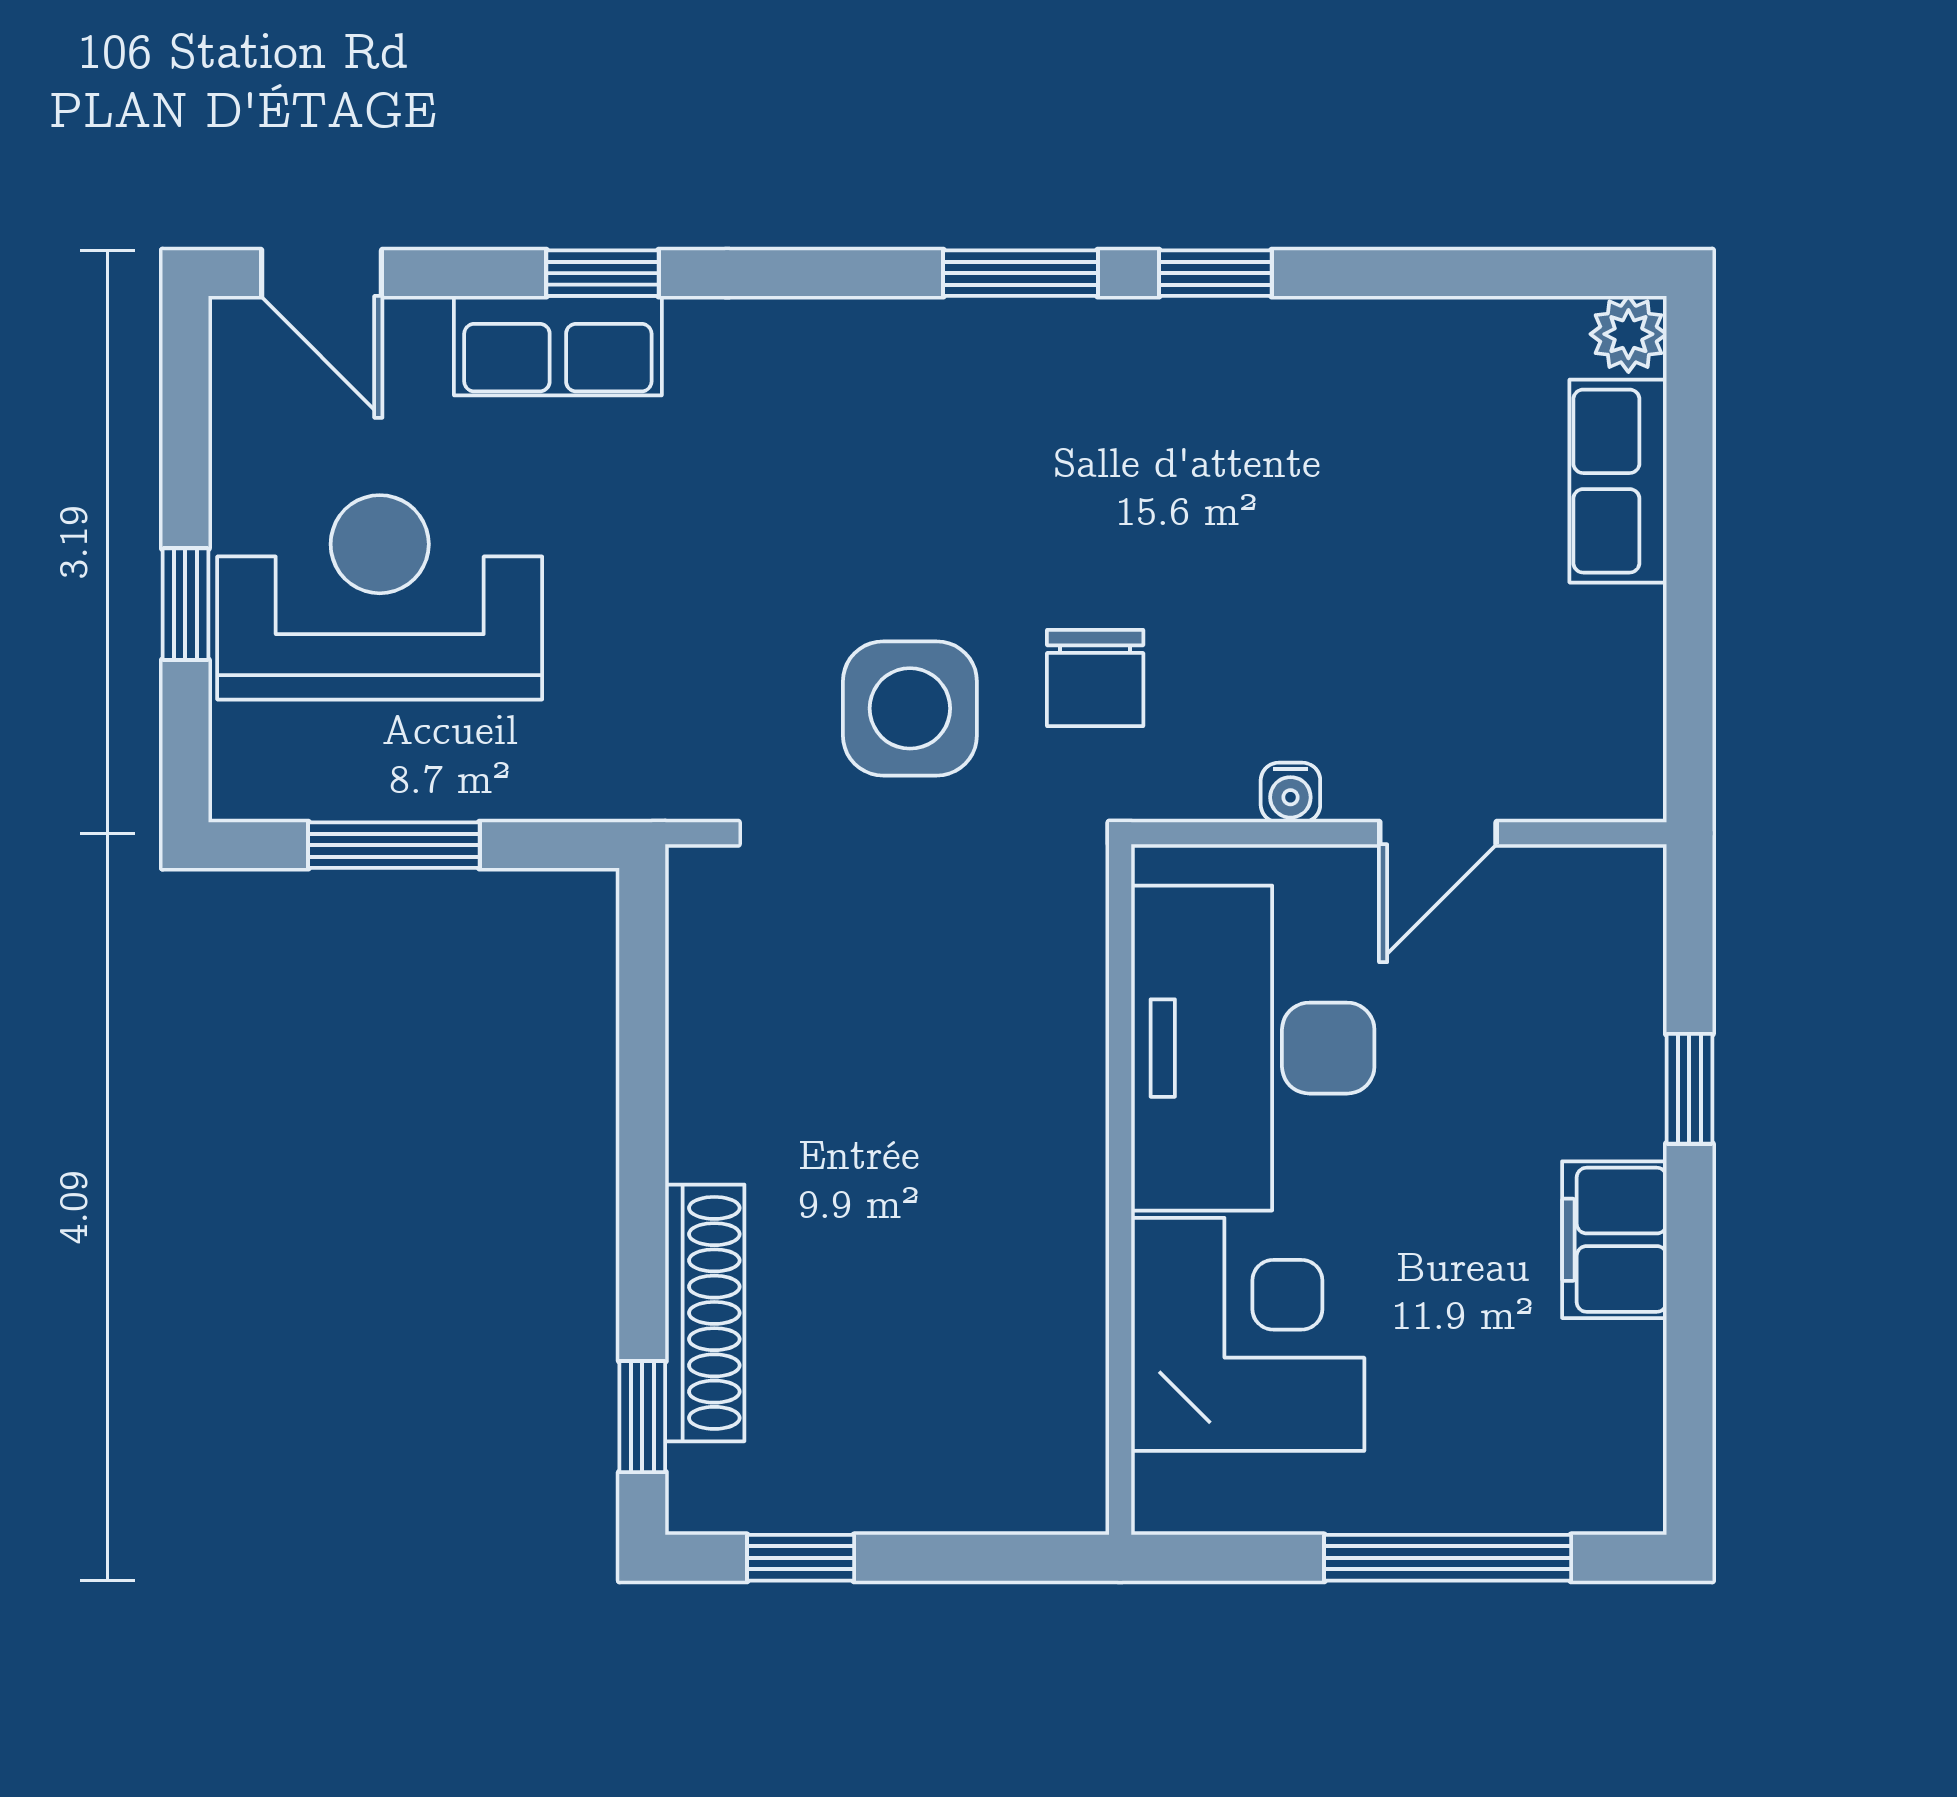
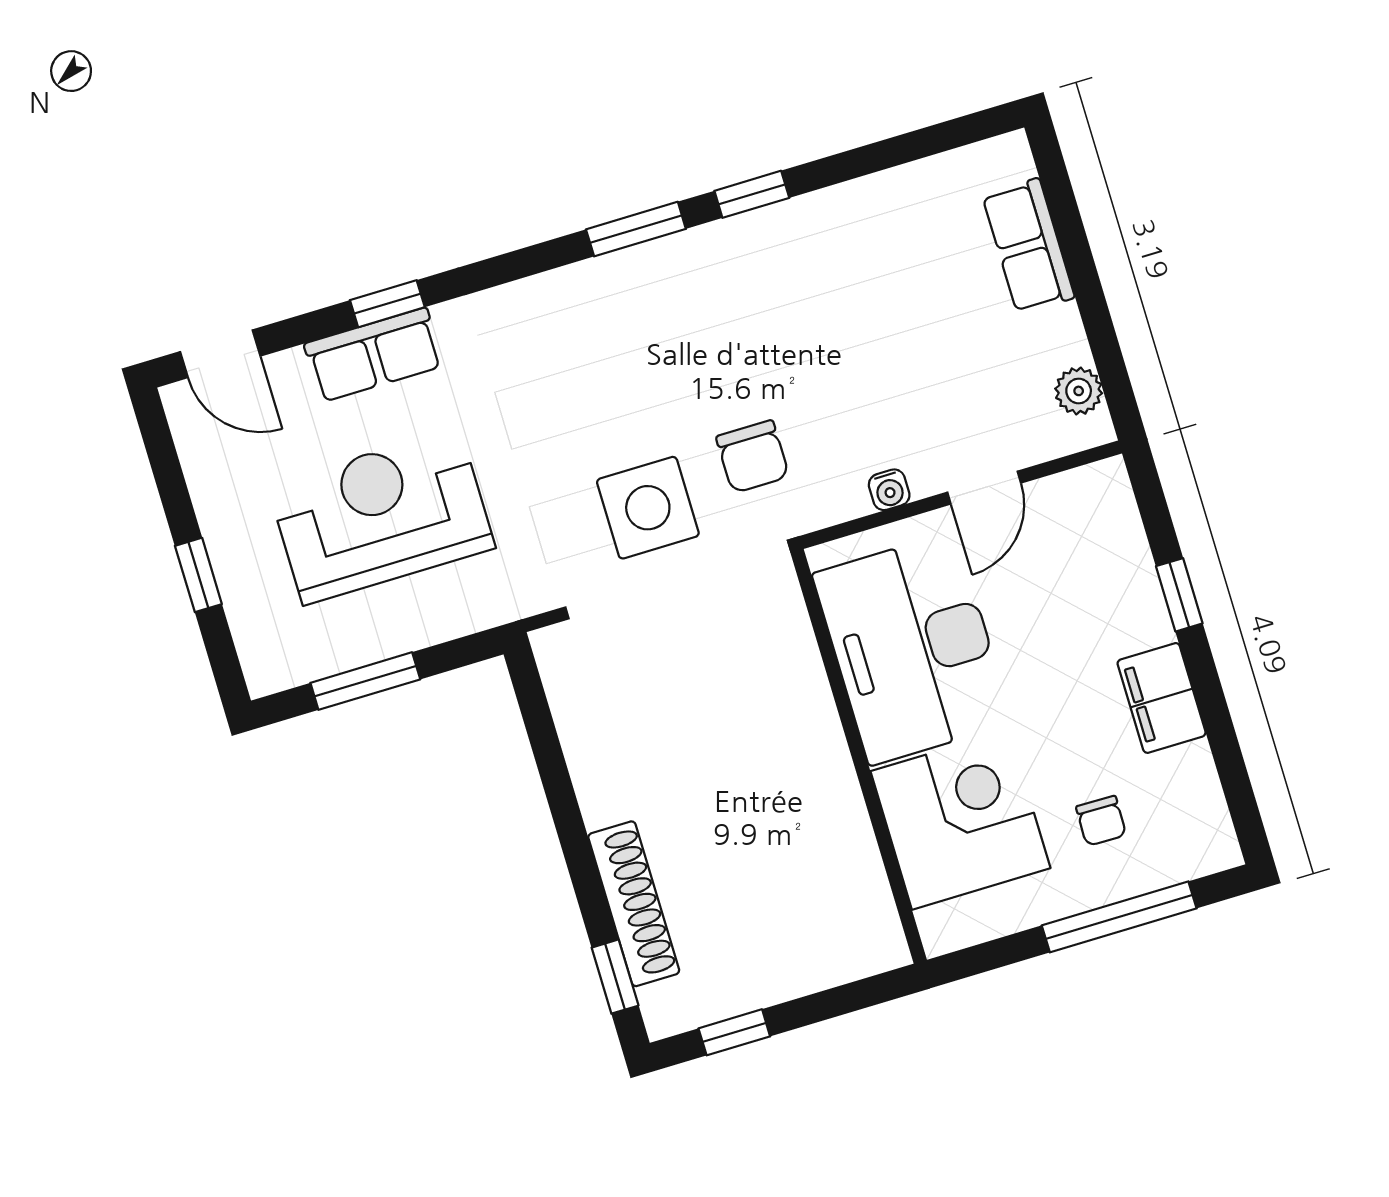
plant: (1628, 334) -> (1079, 391), moved
reception desk: (380, 597) -> (381, 516), moved
chair: (1464, 1401) -> (1101, 821), added

